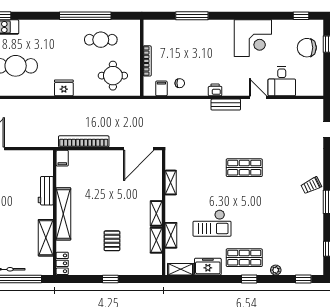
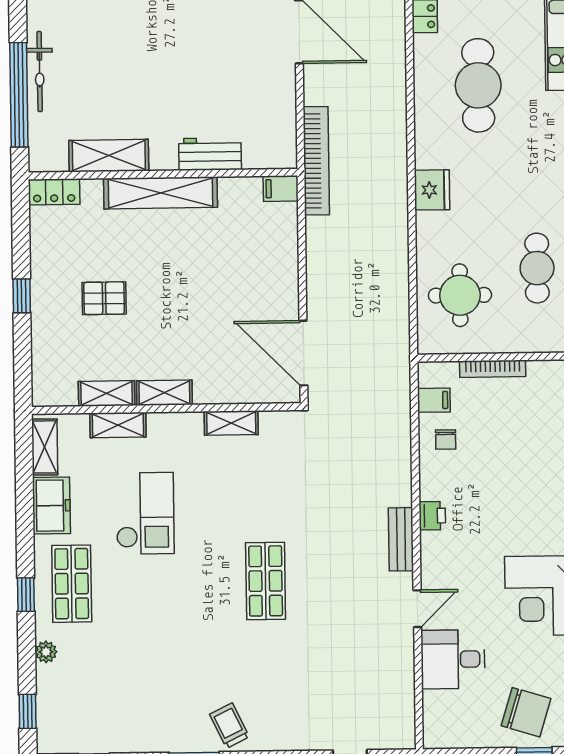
chair: (307, 48) -> (526, 712), turned 107
bookcase: (84, 141) -> (316, 161), moved
checkout: (212, 223) -> (145, 513), turned 180

